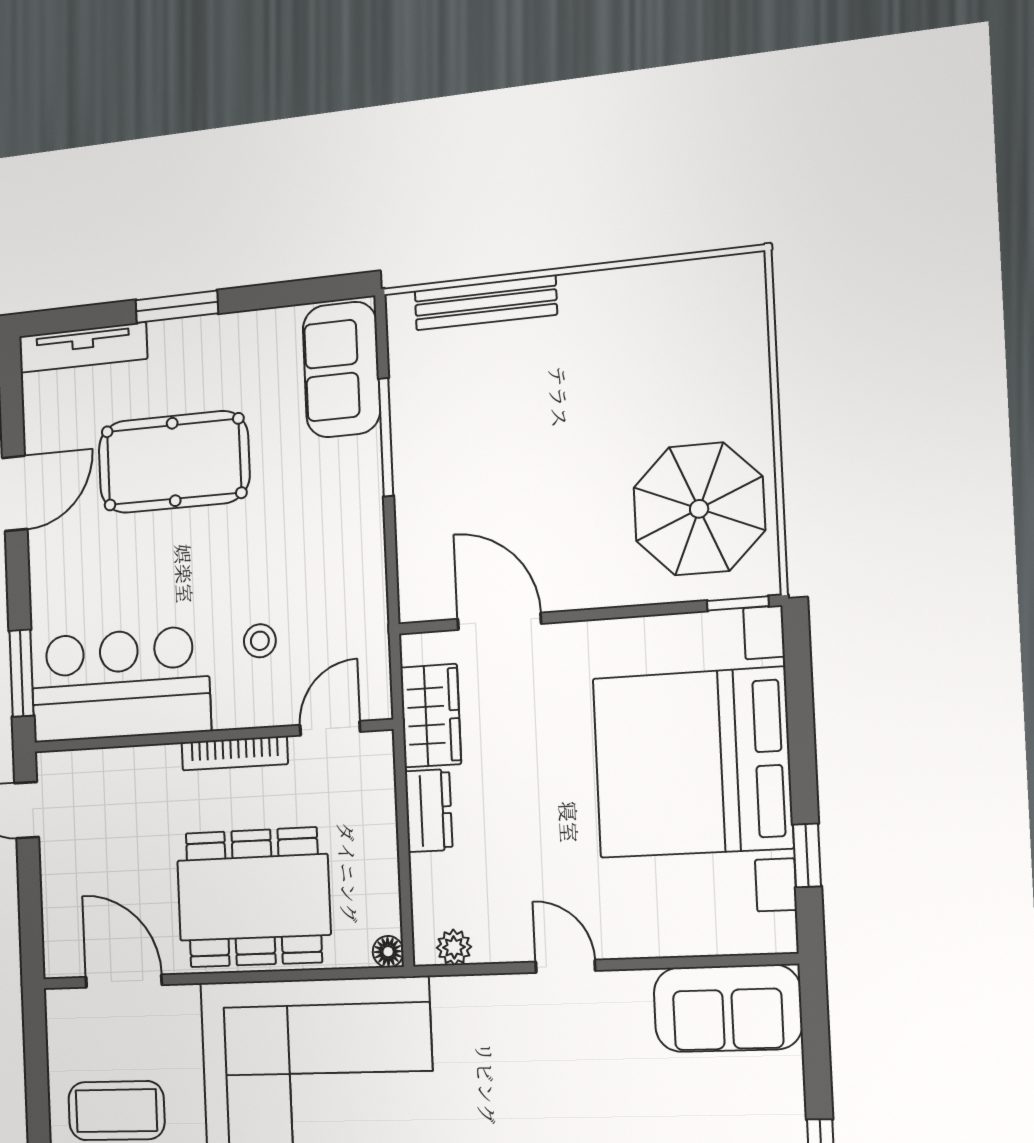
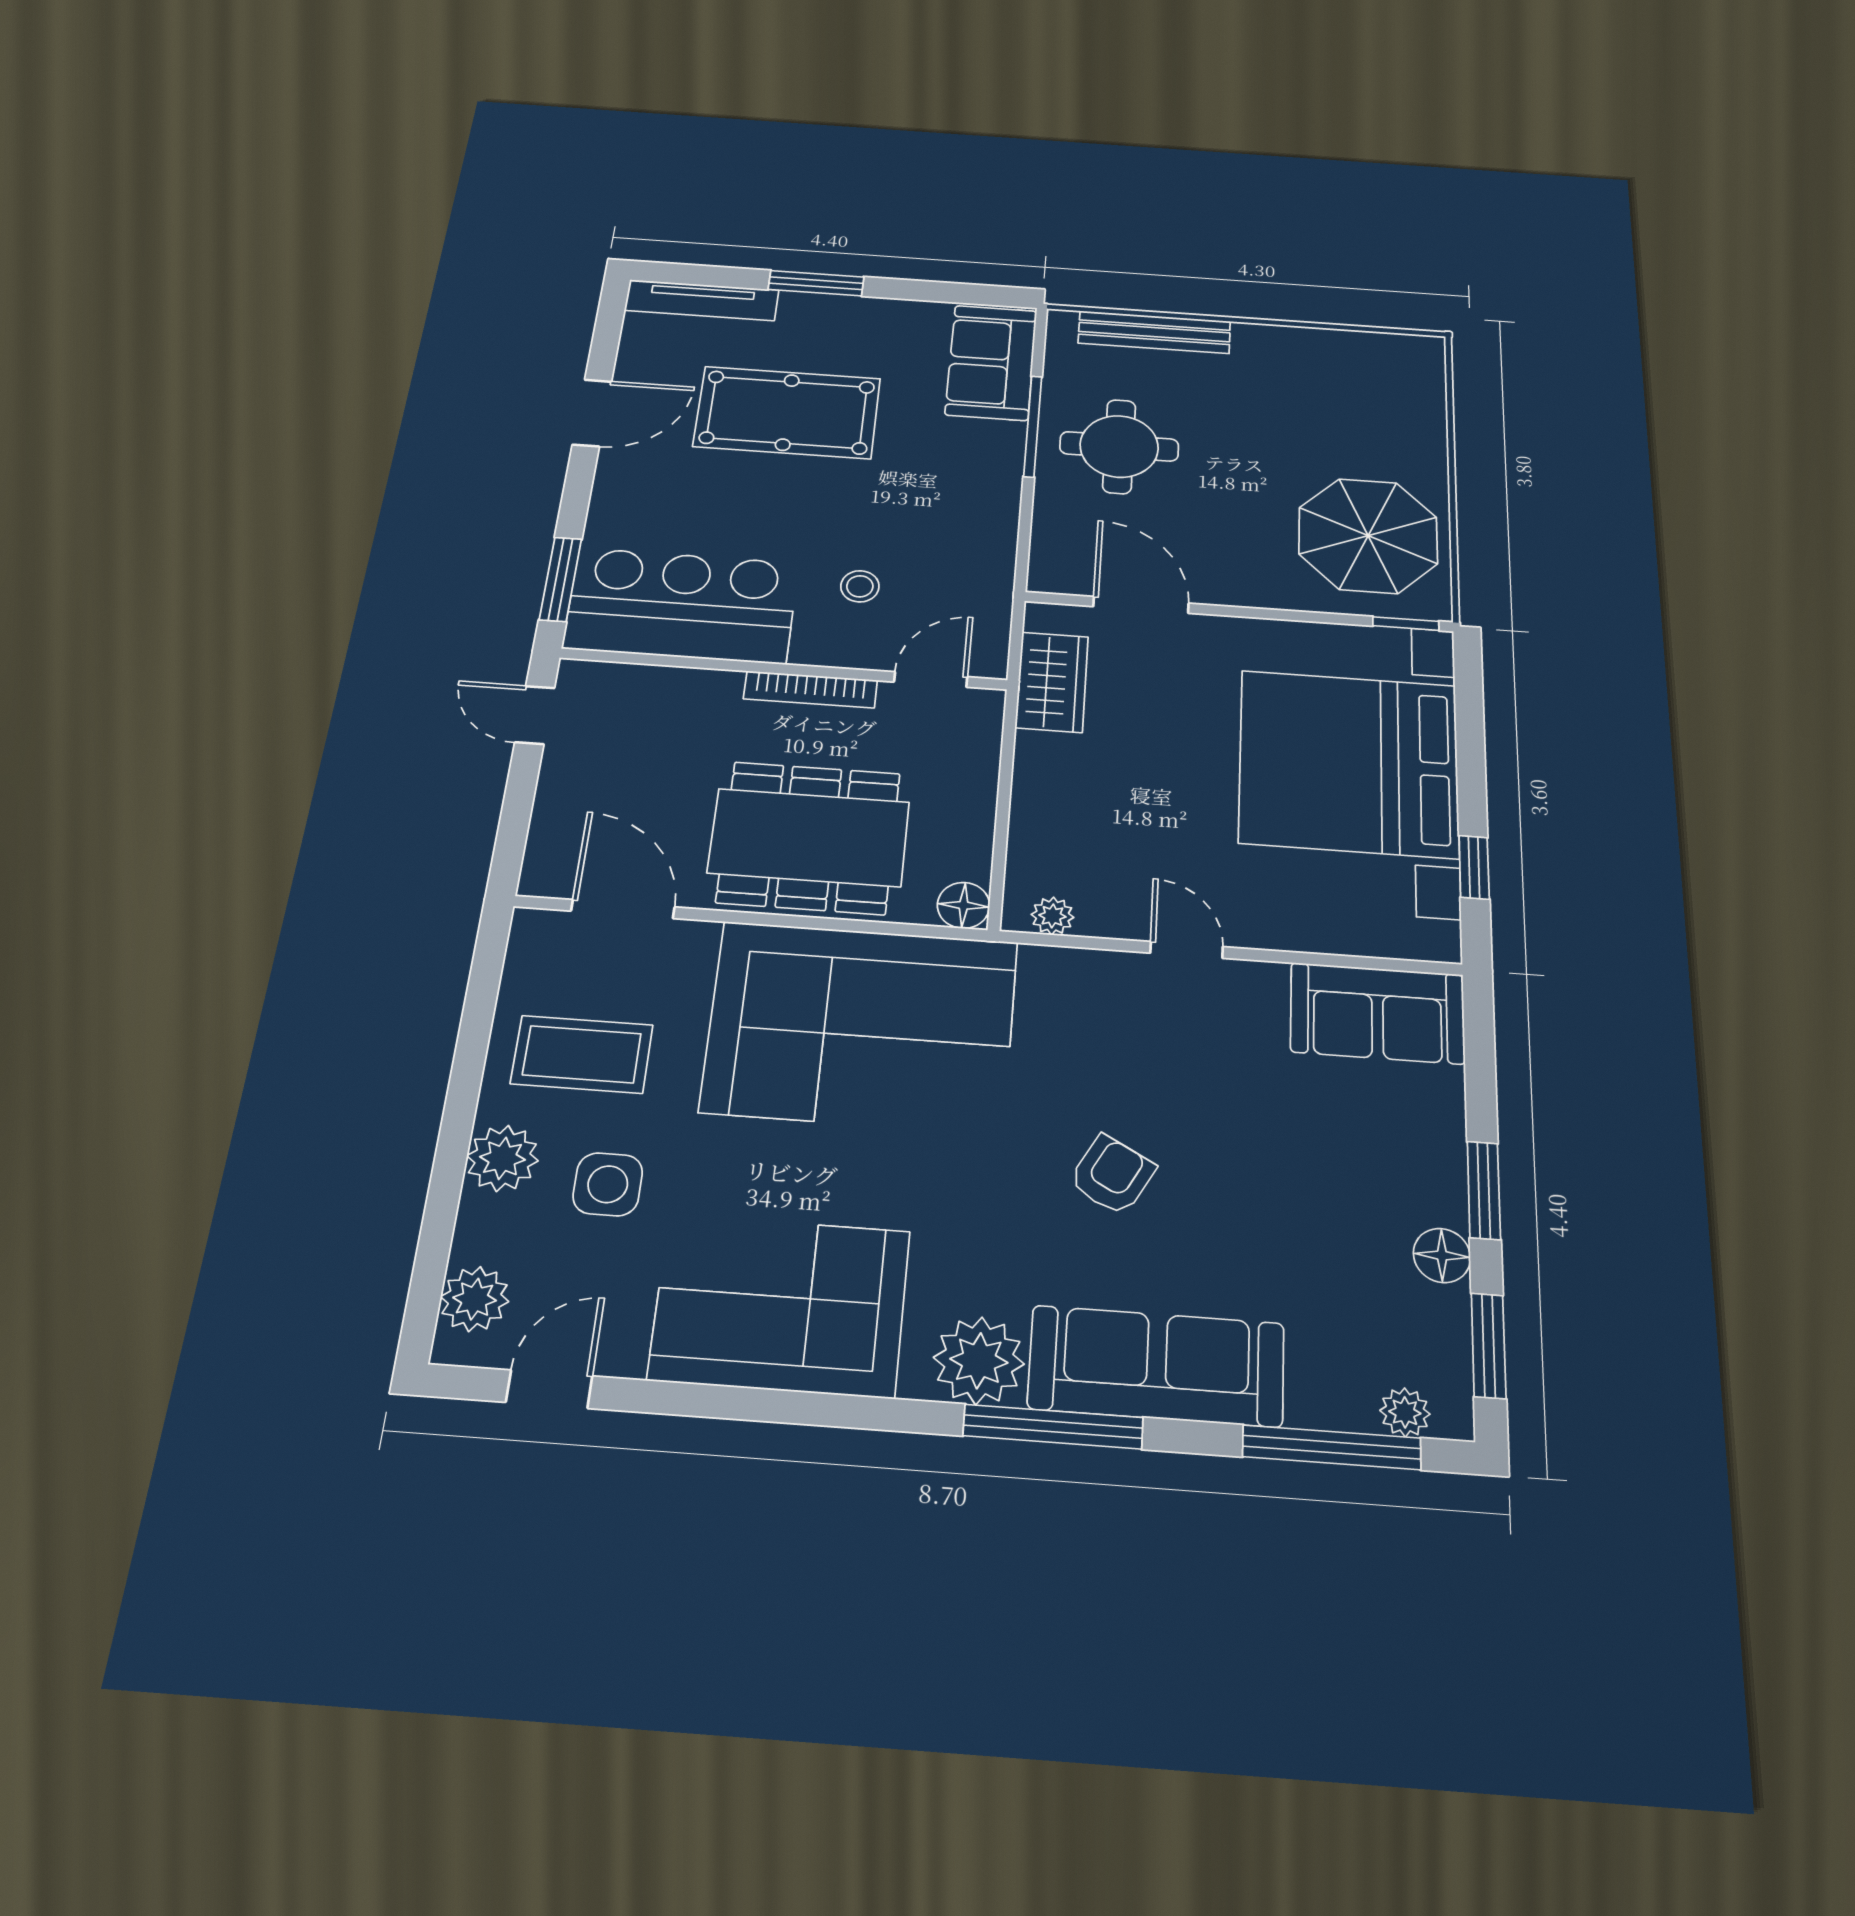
round table: (465, 446) -> (1119, 446), added
dresser: (429, 811) -> (1038, 774), removed
floor lamp: (388, 952) -> (963, 905), width x1.37, depth x1.37

